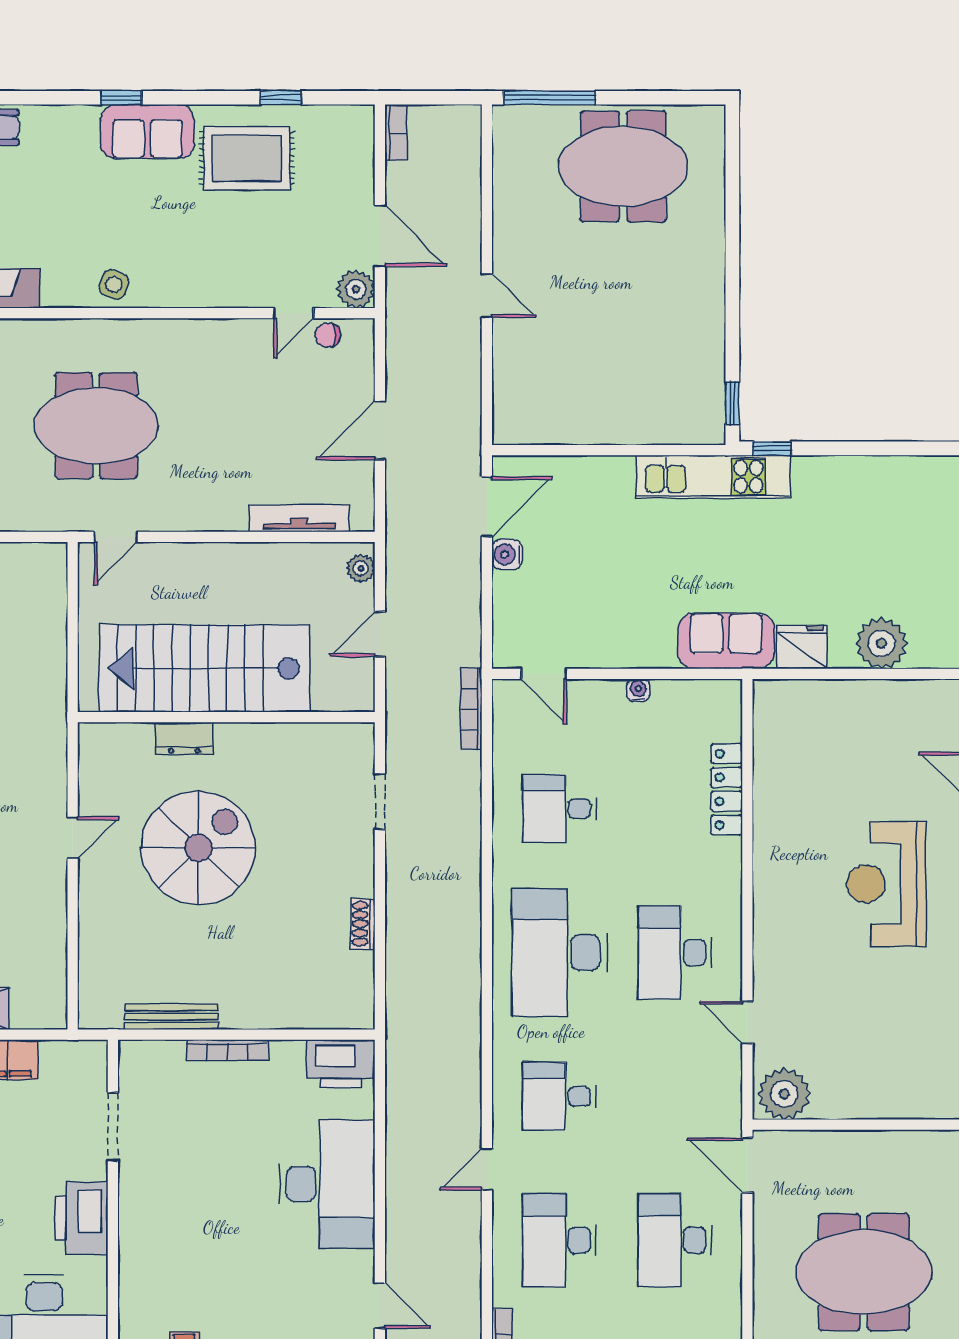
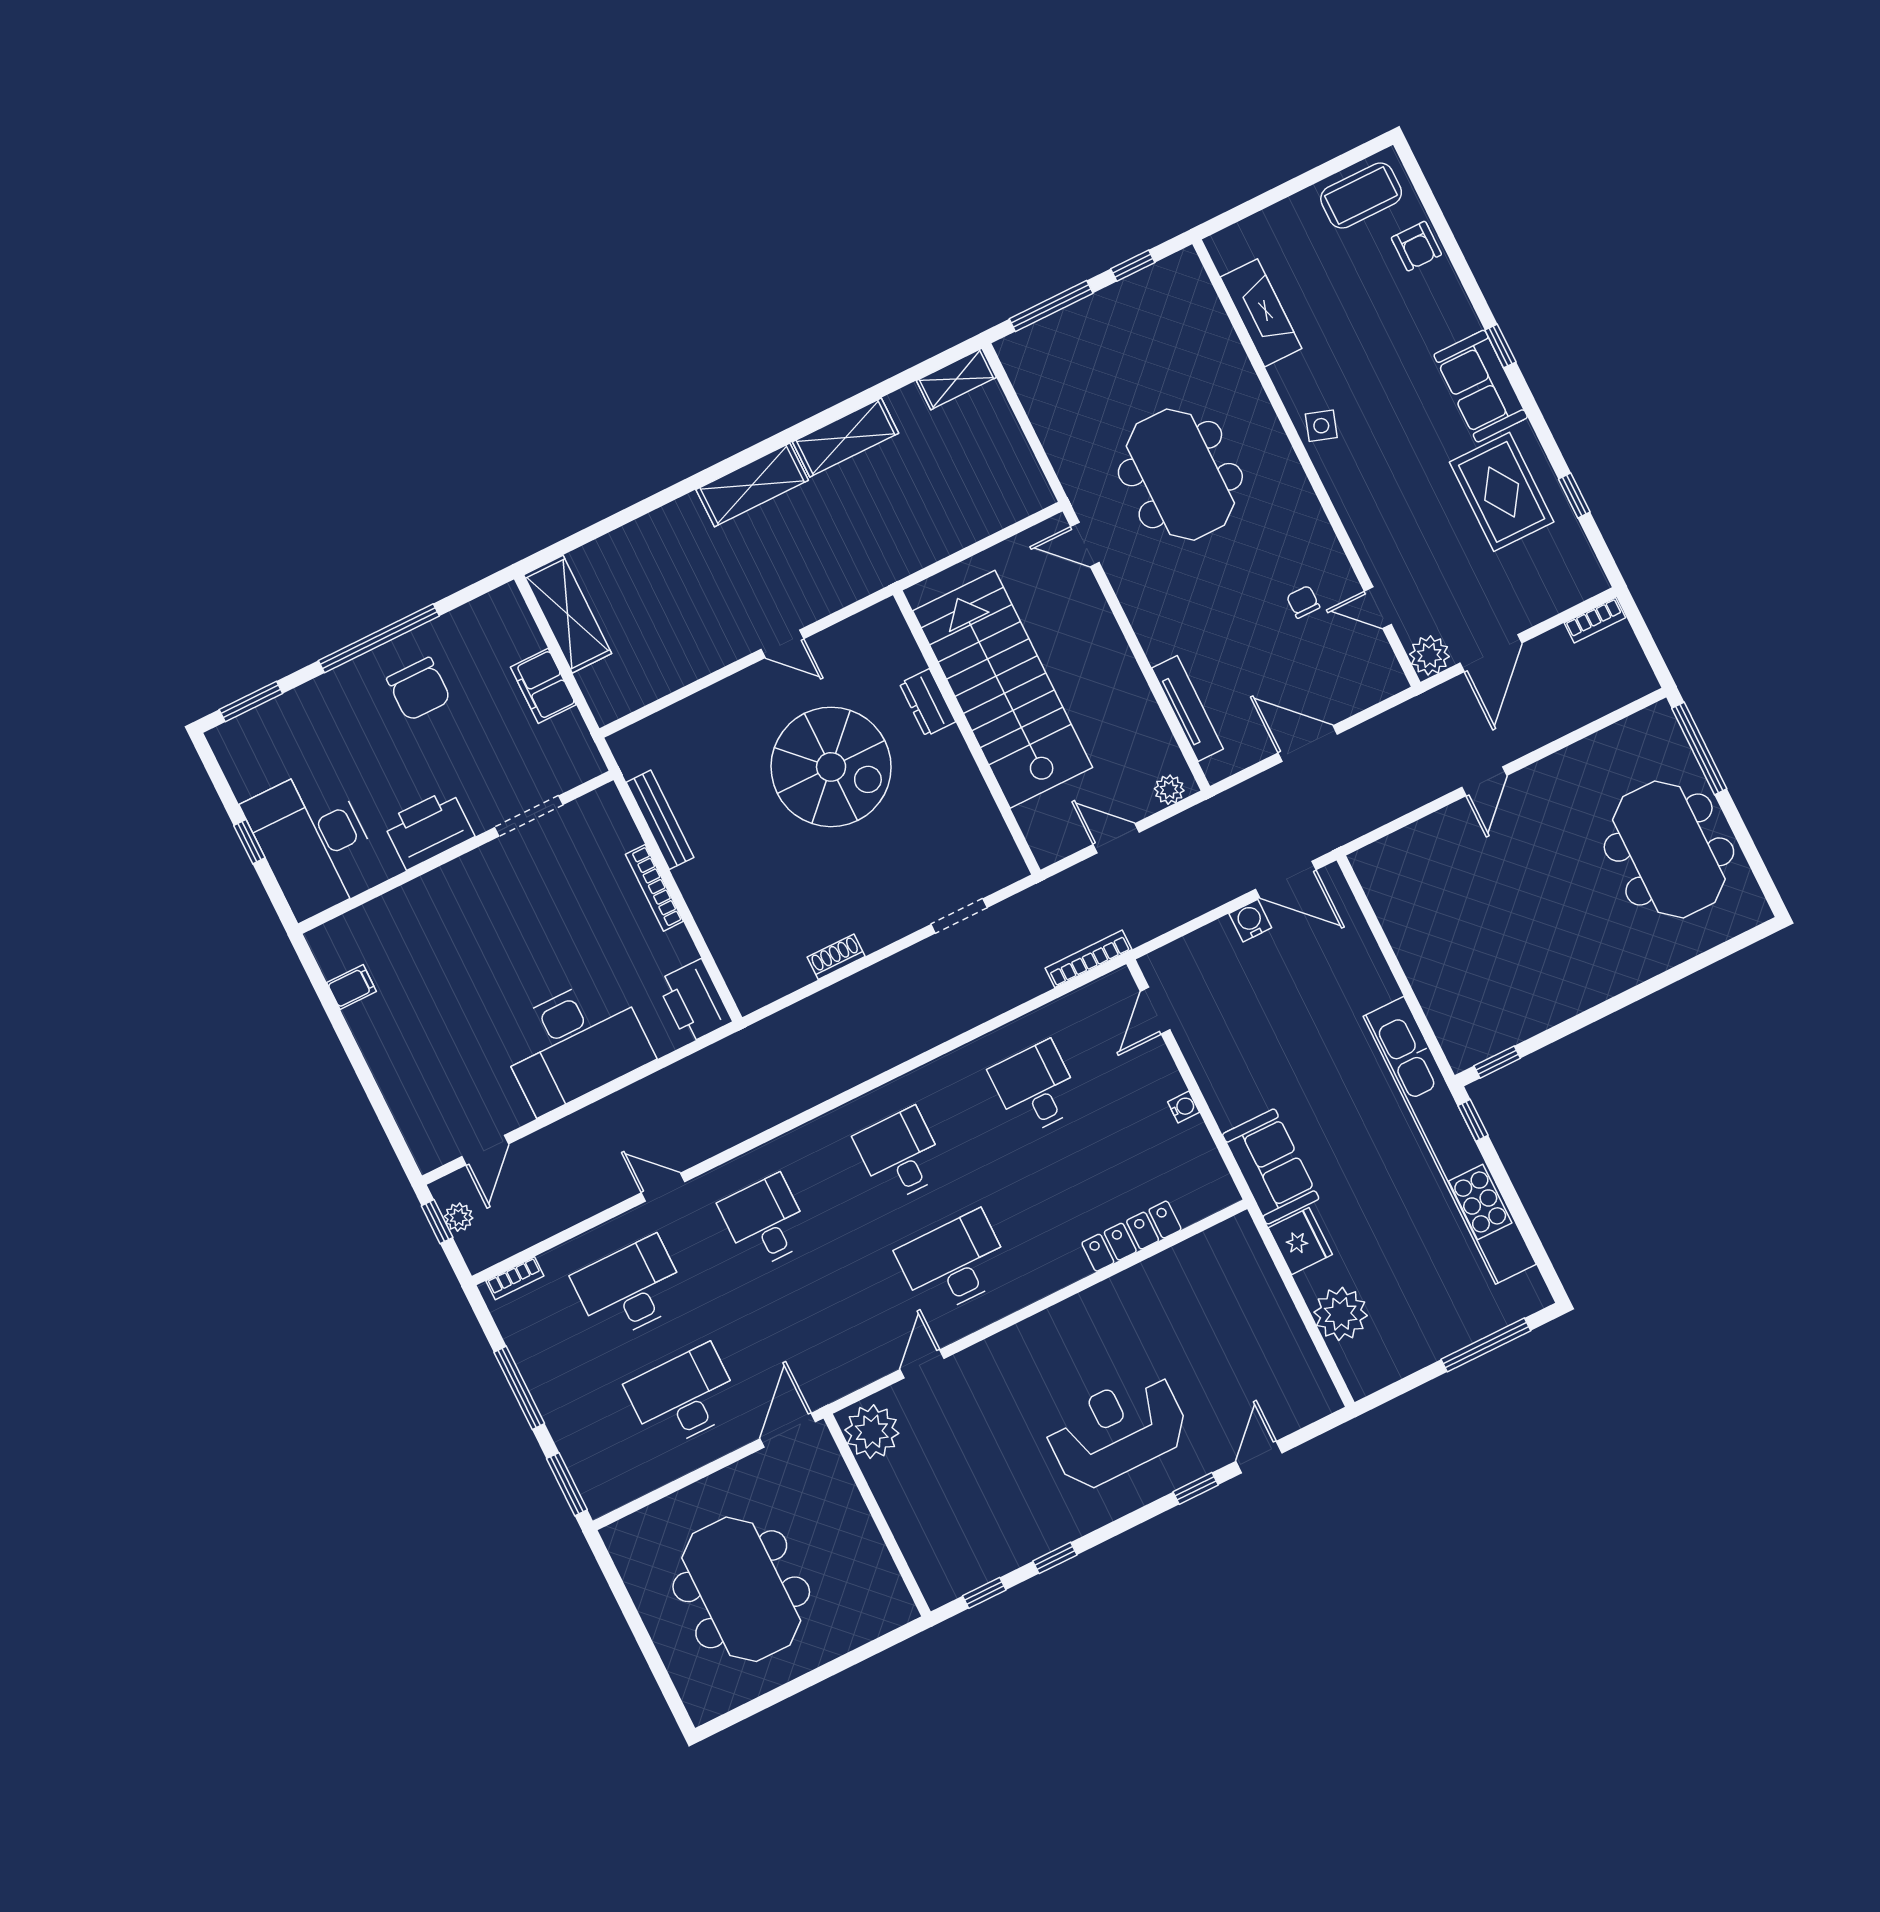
chair: (328, 335) -> (1303, 602), moved
kitchen unit: (713, 477) -> (1450, 1140), width x1.86
desk: (559, 953) -> (900, 1155), width x0.53, depth x0.77

